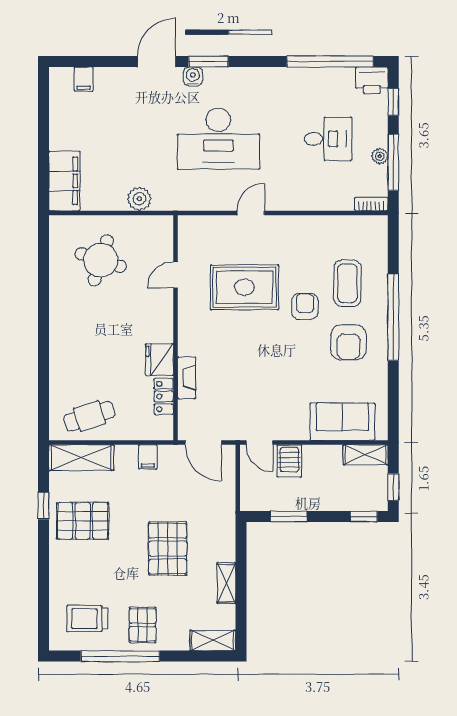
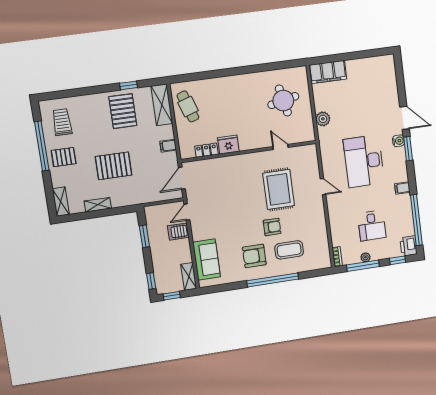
filing cabinet: (84, 79) -> (402, 188), moved
round table: (101, 260) -> (283, 101), turned -30
fireplace: (187, 378) -> (220, 162), removed

